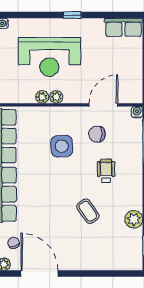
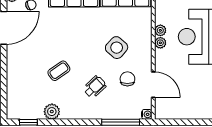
side table: (62, 146) -> (117, 48), turned 45
wheelchair: (106, 171) -> (95, 87), turned -43

